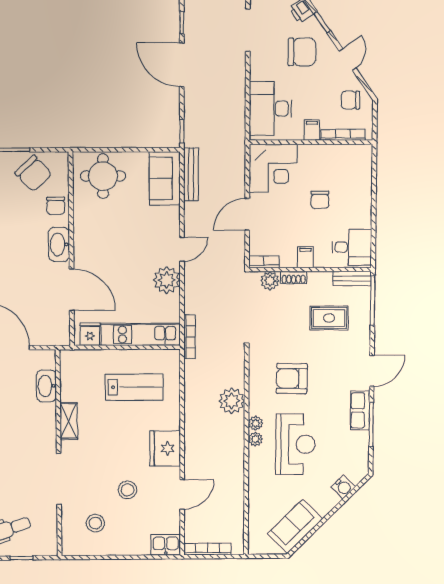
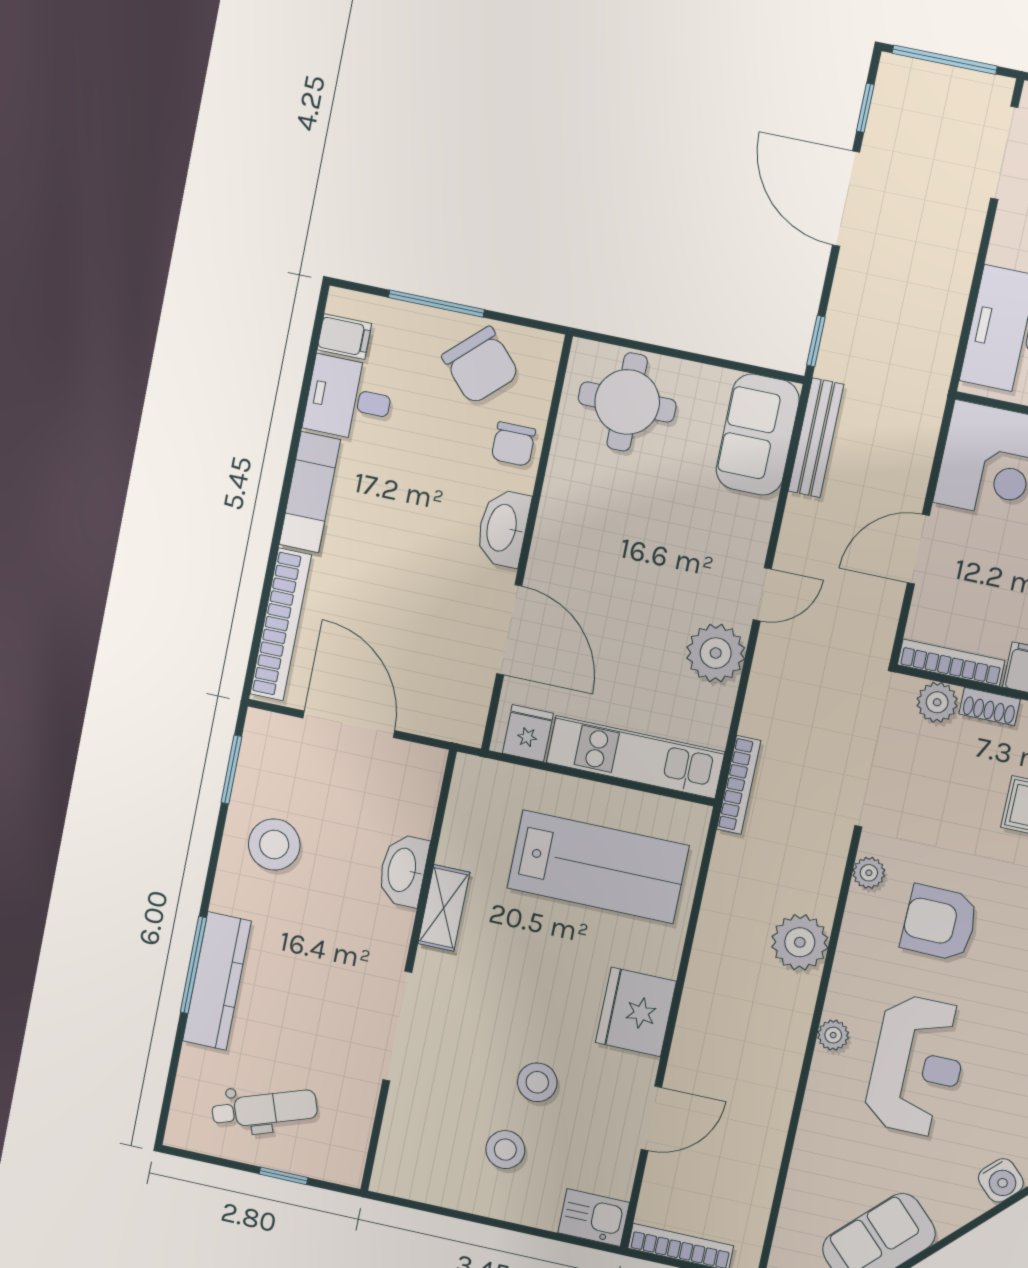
bookcase: (264, 262) -> (951, 663), width x1.56
washbasin: (46, 386) -> (403, 870), moved
lab bench: (134, 387) -> (598, 867), width x1.36, depth x1.39
plant: (256, 423) -> (869, 873), moved
stool: (95, 523) -> (505, 1150), moved

